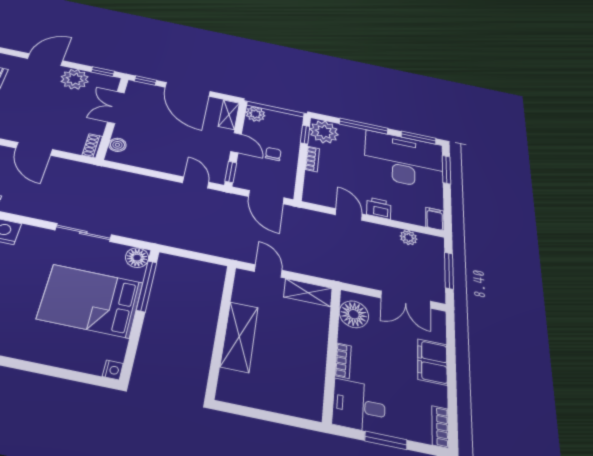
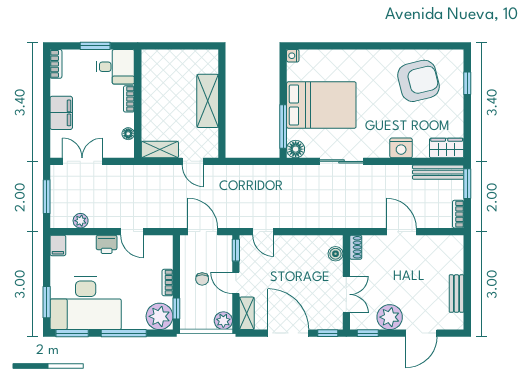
floor lamp: (354, 314) -> (128, 134), width x0.53, depth x0.53

